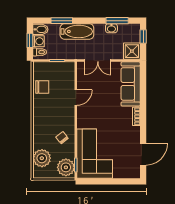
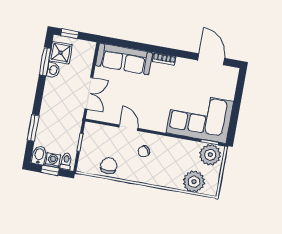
bathtub: (77, 31) -> (49, 112), removed
shower: (132, 51) -> (61, 53), moved
chair: (62, 138) -> (144, 151), moved

